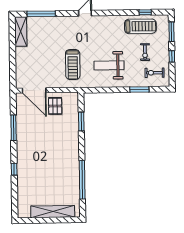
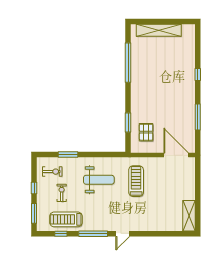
window: (41, 14) -> (93, 234), moved
pallet: (55, 106) -> (146, 132), moved

